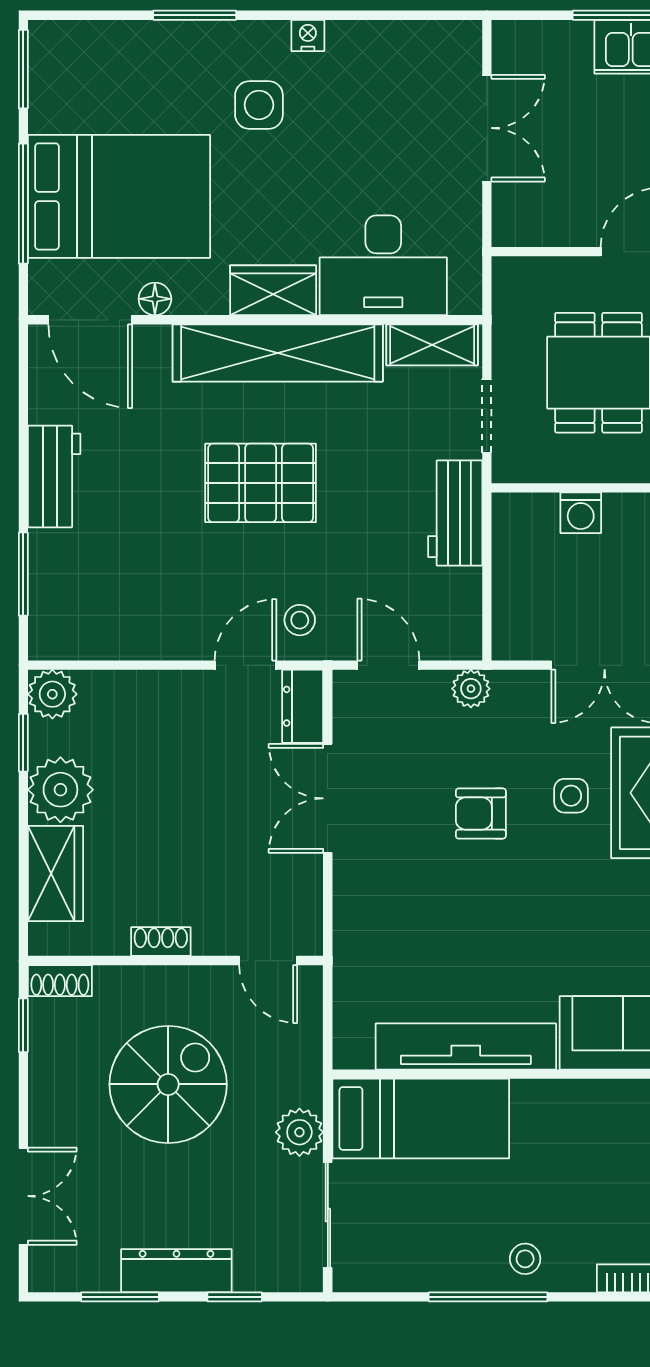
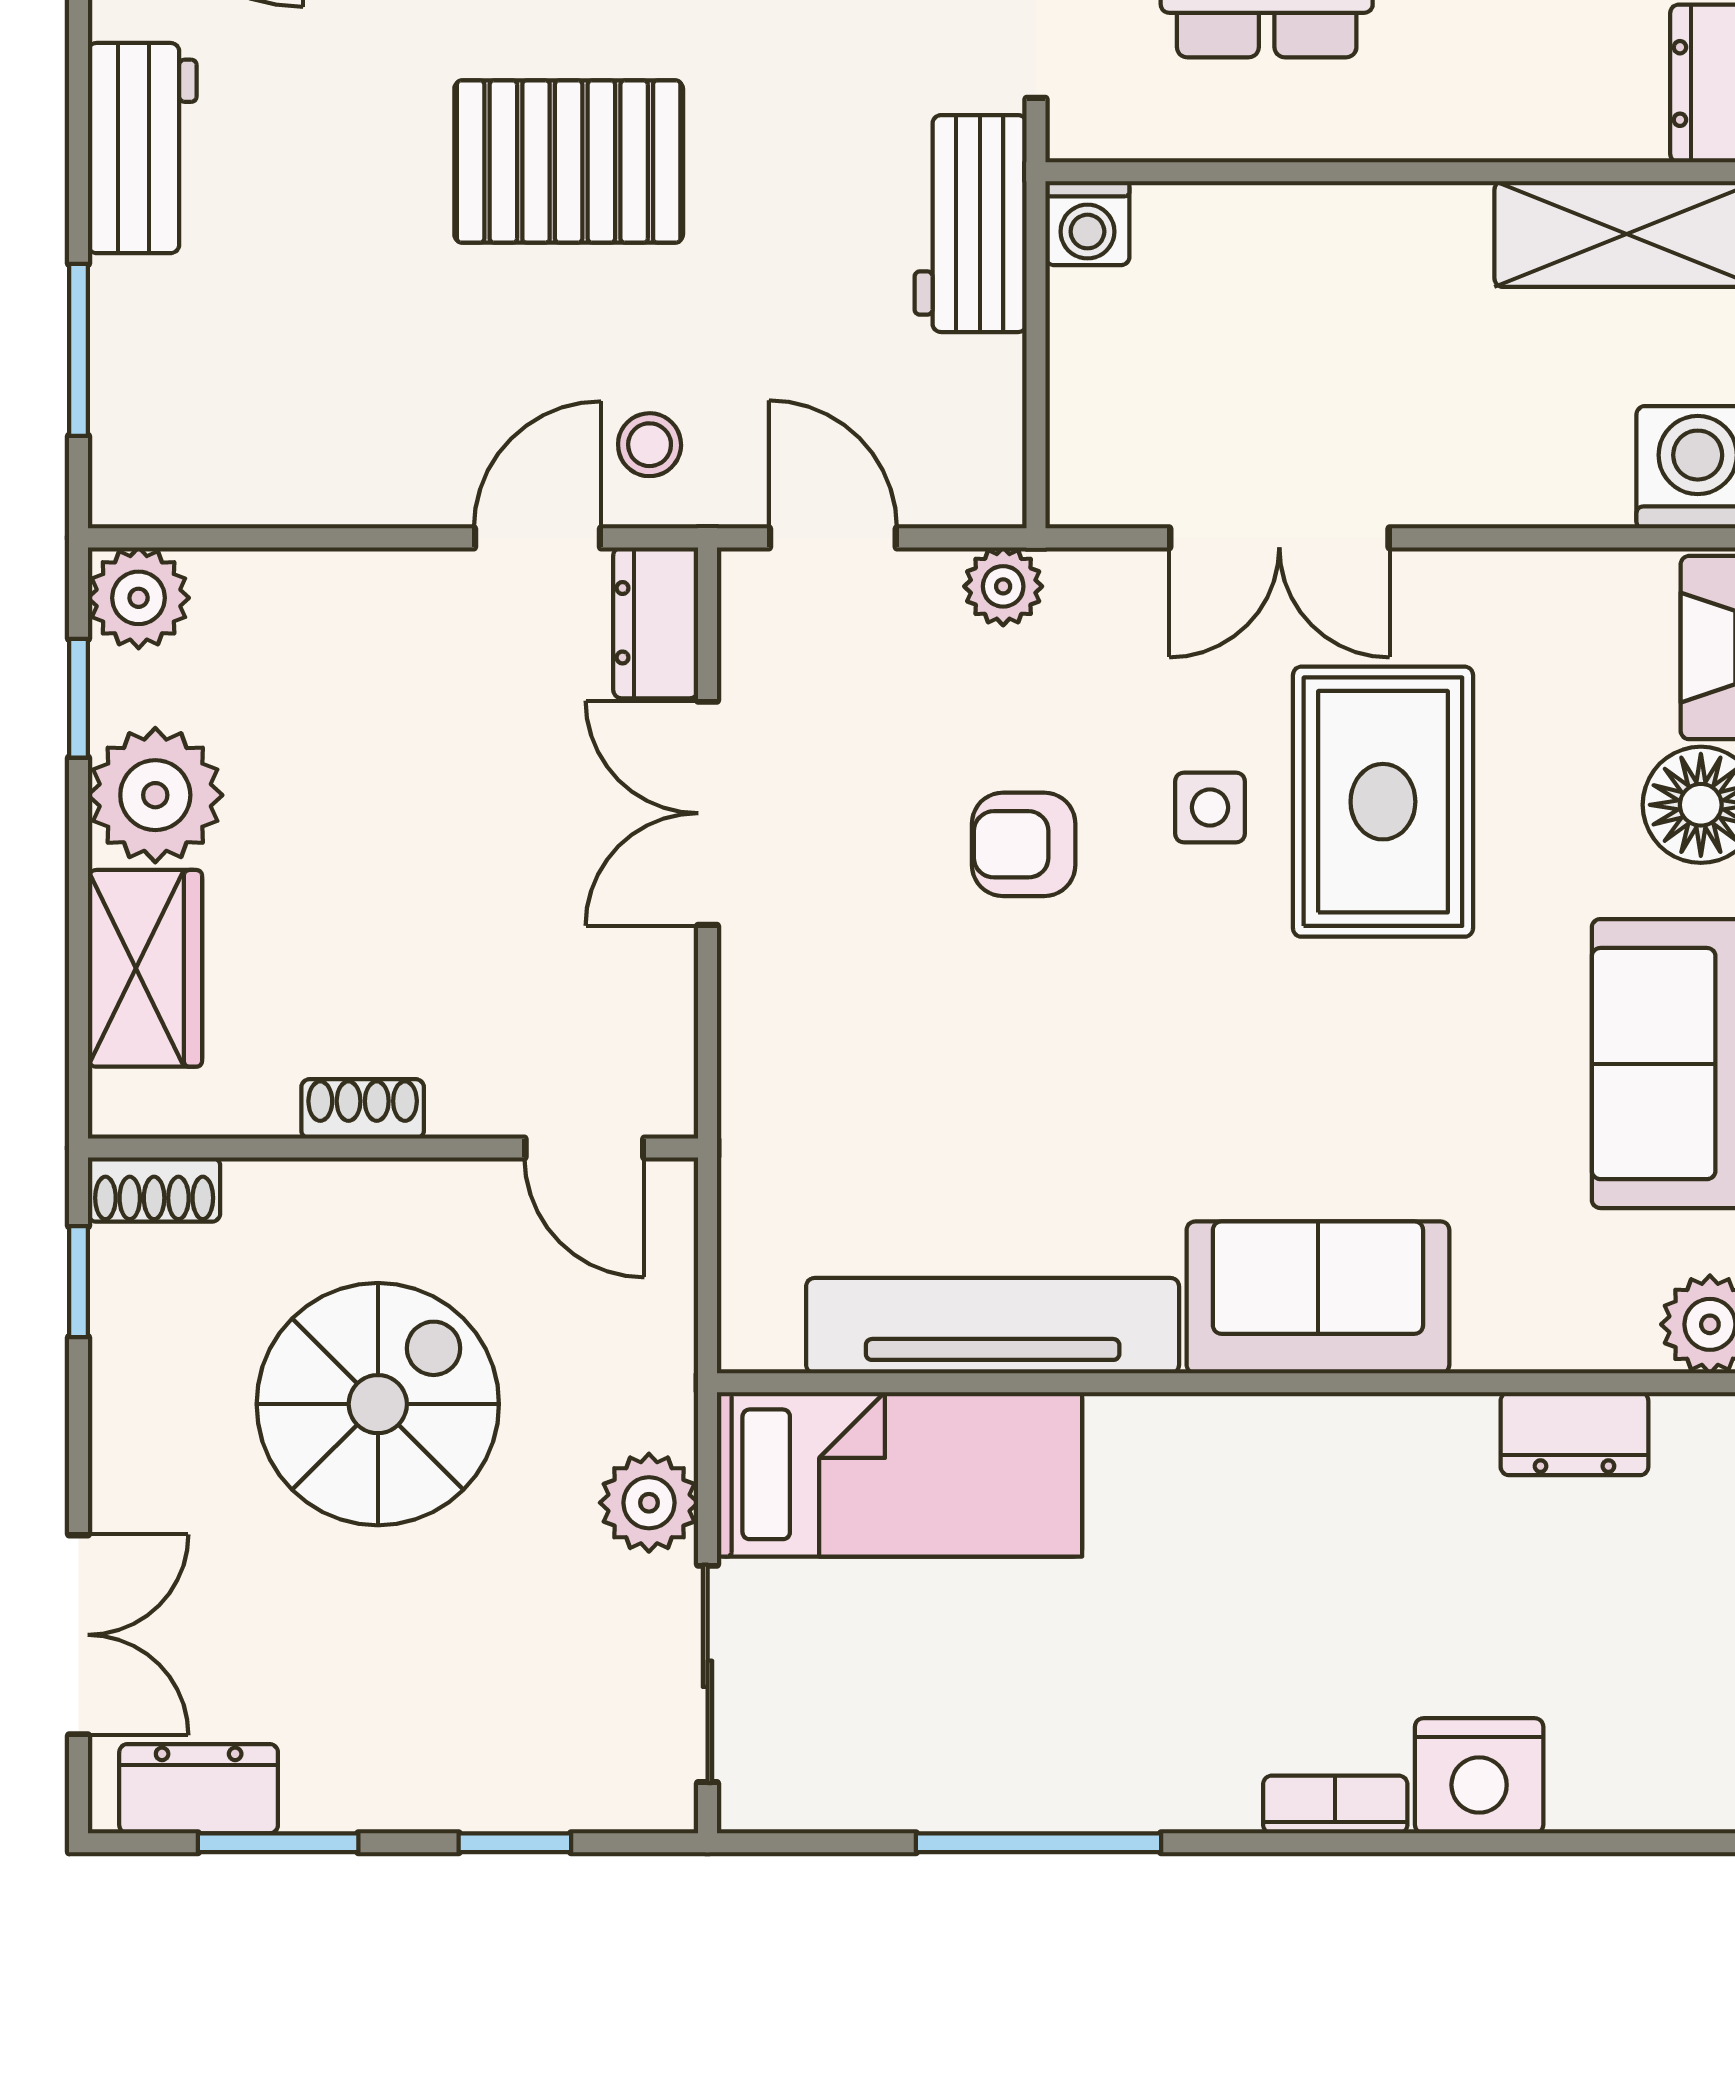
washing machine: (581, 513) -> (1087, 223), moved
stool: (525, 1259) -> (1115, 1764), removed
dresser: (176, 1271) -> (199, 1789), moved, width x0.70

